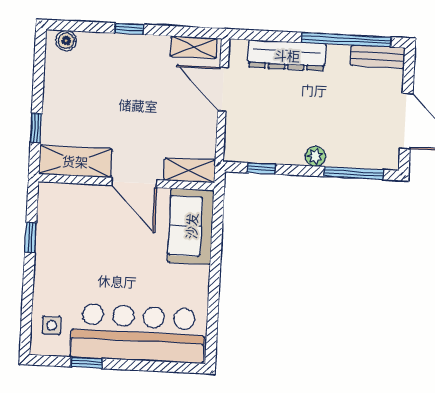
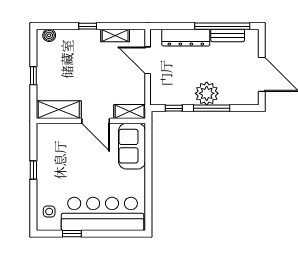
shelving: (194, 47) -> (115, 35), moved
bench: (378, 57) -> (228, 35), moved
window: (36, 128) -> (33, 76), moved
plant: (315, 156) -> (207, 93), width x1.87, depth x1.87
window: (353, 173) -> (212, 108), moved
window: (31, 237) -> (33, 170), moved

